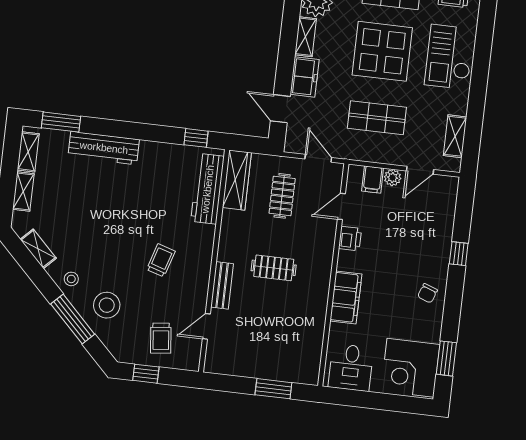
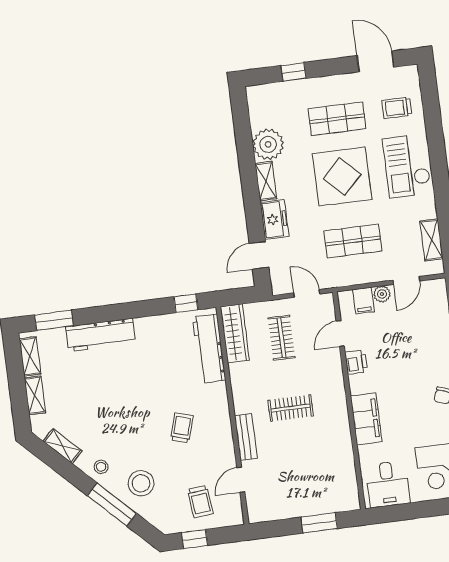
door: (280, 109) -> (259, 255), hinge flipped

